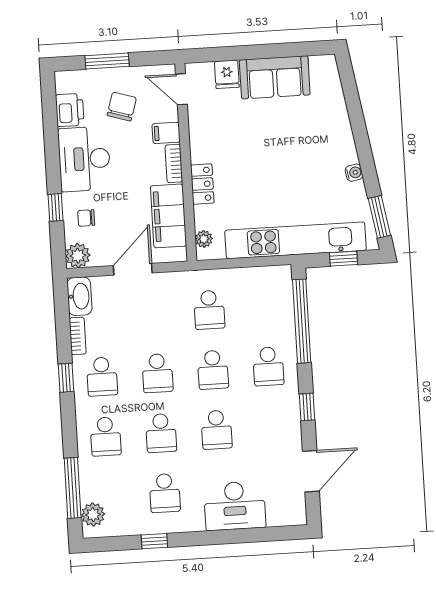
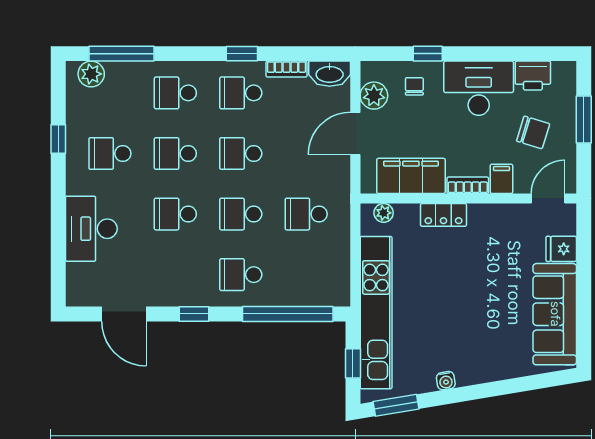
sofa: (275, 77) -> (555, 314), width x1.36
plant: (78, 256) -> (374, 96), moved
door: (133, 269) -> (355, 133), swing flipped

